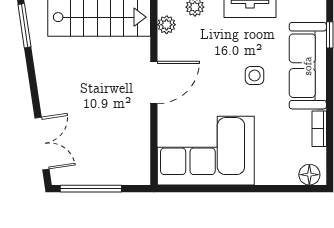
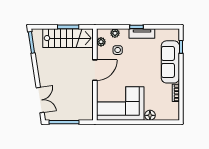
side table: (255, 75) -> (118, 50), moved
floor lamp: (309, 175) -> (150, 115), moved

